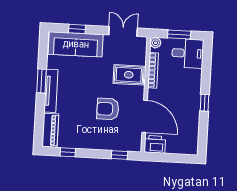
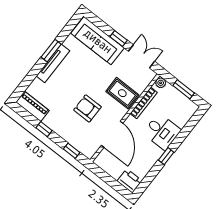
window: (77, 29) -> (119, 38), moved
desk: (188, 53) -> (162, 132), moved
piano: (50, 130) -> (33, 106), moved, turned -90
printer: (155, 144) -> (130, 181), moved
window: (68, 152) -> (44, 129), moved

